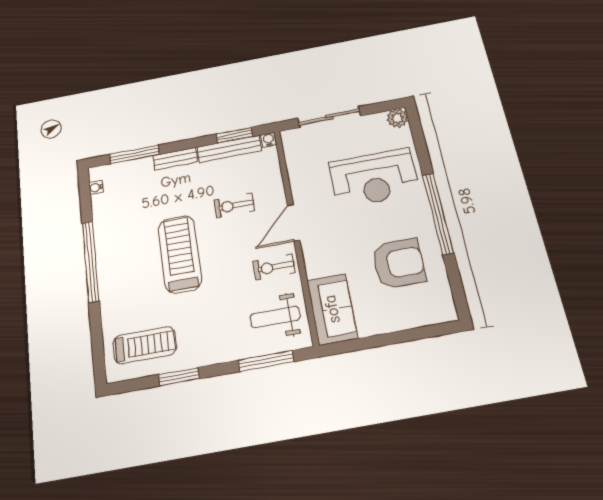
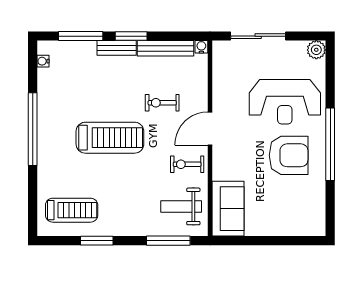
window: (234, 135) -> (131, 36), moved
treadmill: (180, 254) -> (110, 138), turned 90
armchair: (399, 263) -> (289, 155), moved

